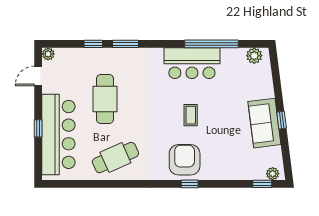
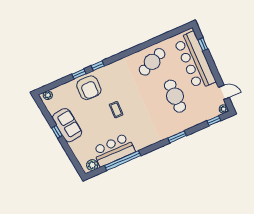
window: (93, 44) -> (214, 121), moved
bar counter: (192, 63) -> (114, 150), moved
door: (38, 76) -> (224, 92), hinge flipped
window: (38, 128) -> (203, 44), moved
armchair: (185, 160) -> (89, 88), moved
window: (262, 184) -> (79, 74), moved

